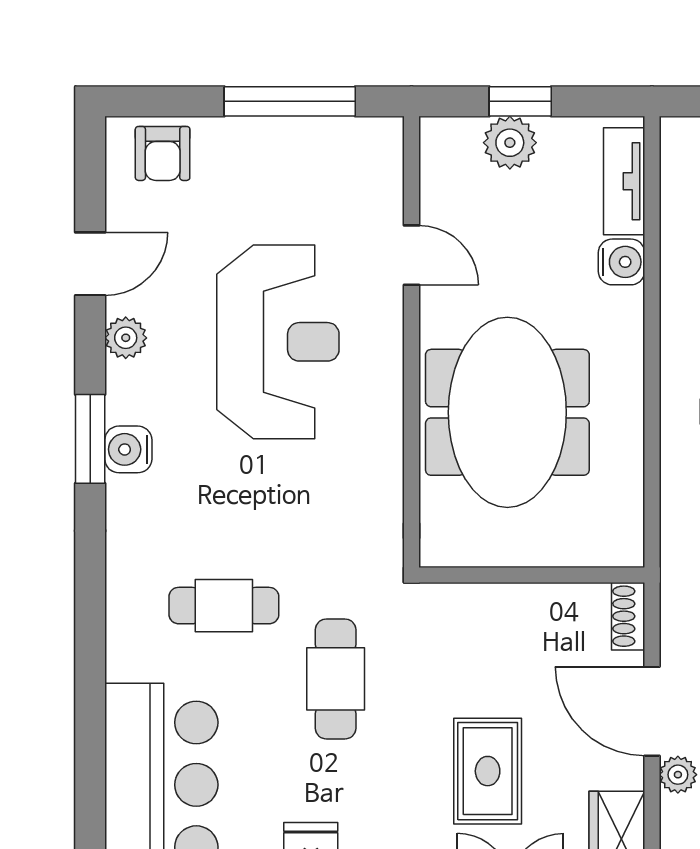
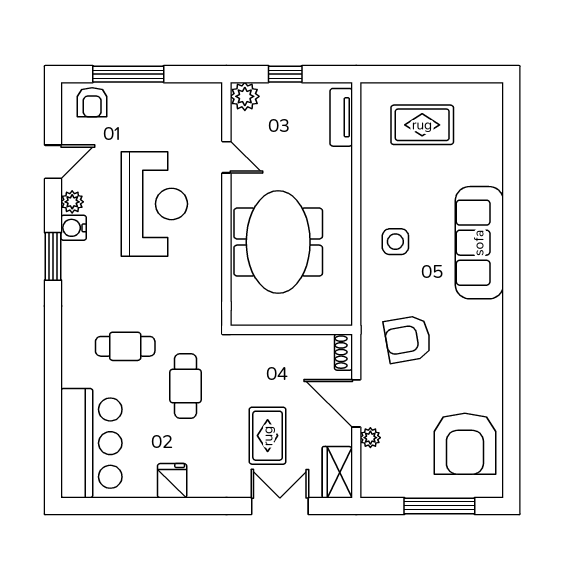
window: (290, 101) -> (128, 74), moved
plant: (510, 143) -> (245, 96), moved
water cooler: (622, 262) -> (340, 161), removed
water cooler: (128, 449) -> (74, 228), moved

